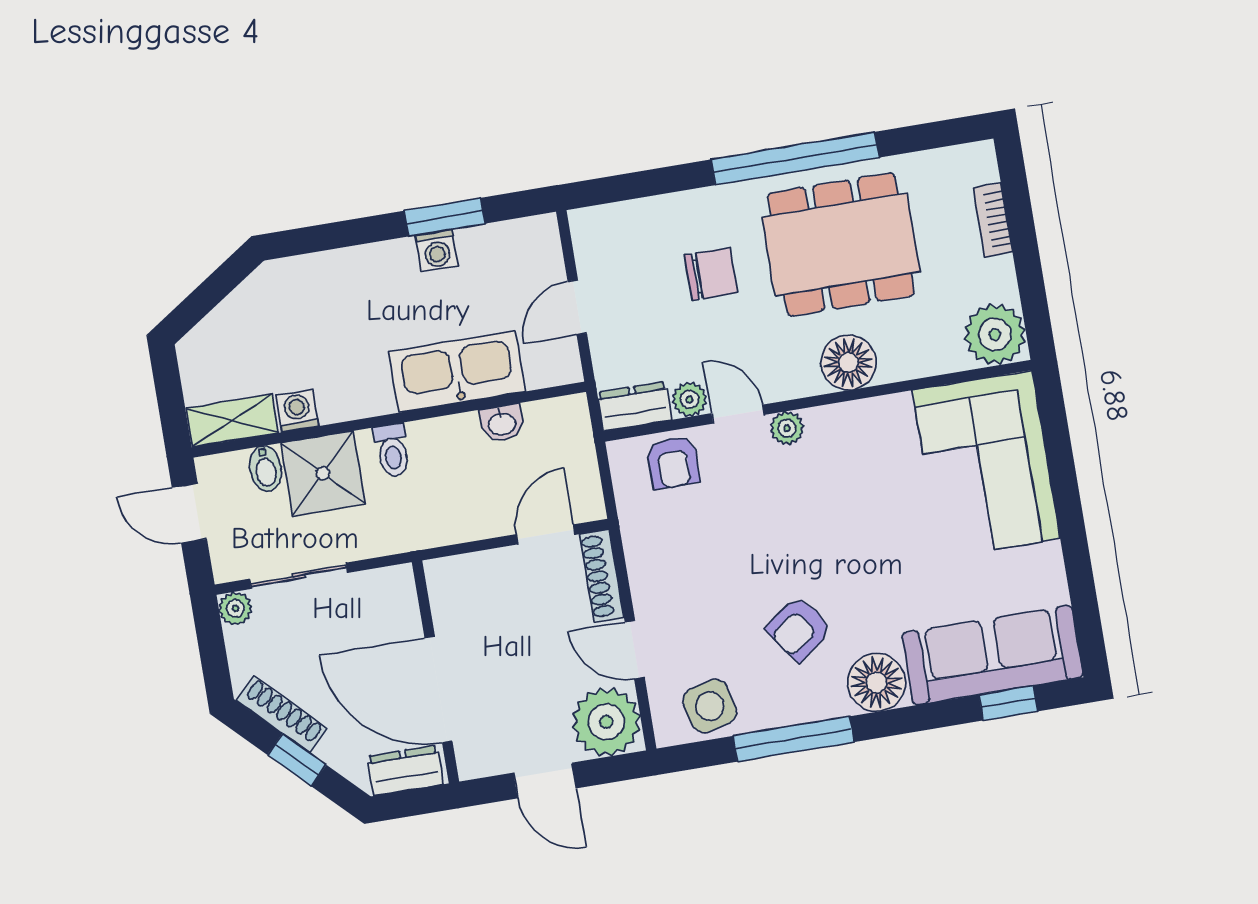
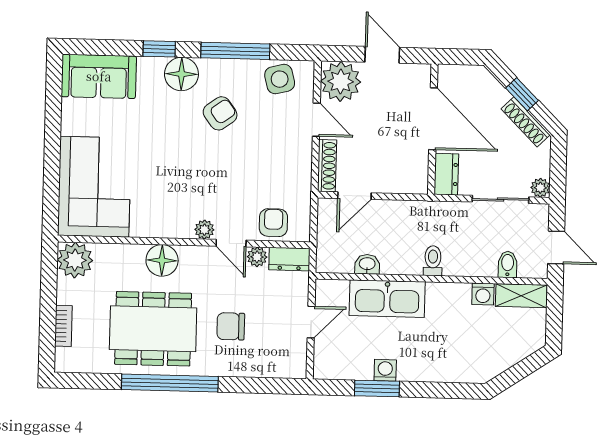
shower: (323, 473) -> (475, 255), removed
sofa: (992, 655) -> (99, 76), width x0.73
window: (1008, 703) -> (159, 49), moved
dresser: (405, 770) -> (446, 174), moved, turned -90

